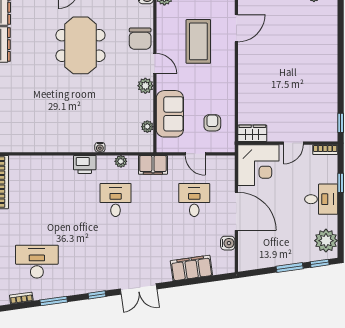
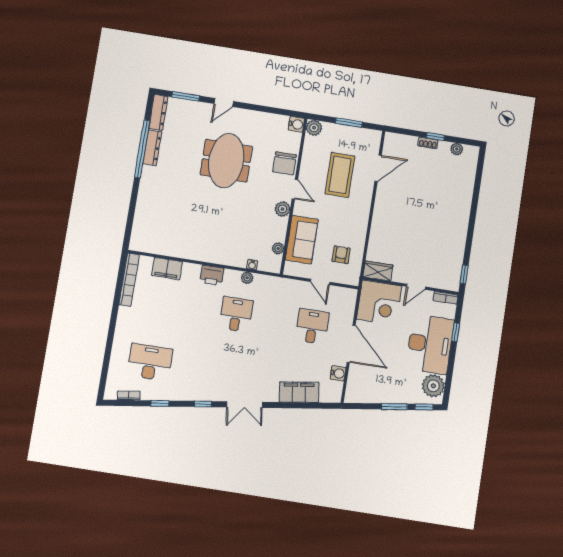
water cooler: (100, 147) -> (252, 265), moved
filing cabinet: (153, 165) -> (167, 269), moved
desk: (321, 199) -> (430, 344), width x1.87, depth x1.30
window: (54, 301) -> (160, 403), width x0.67

